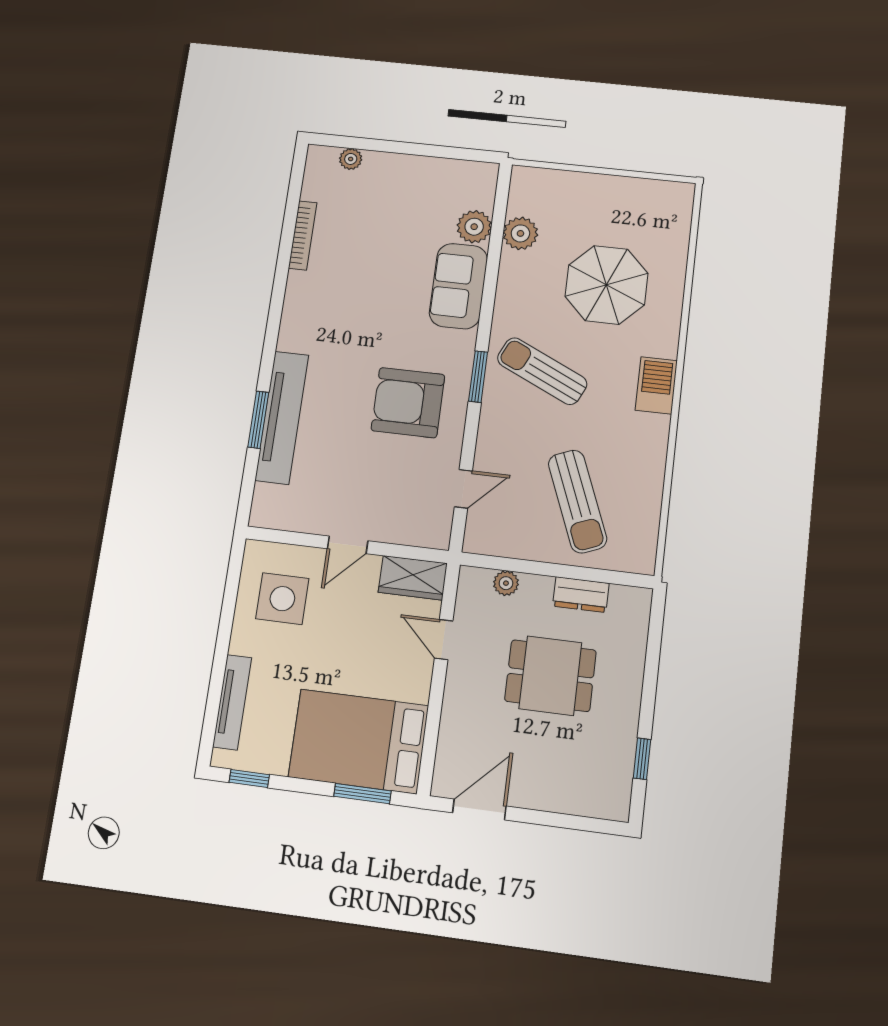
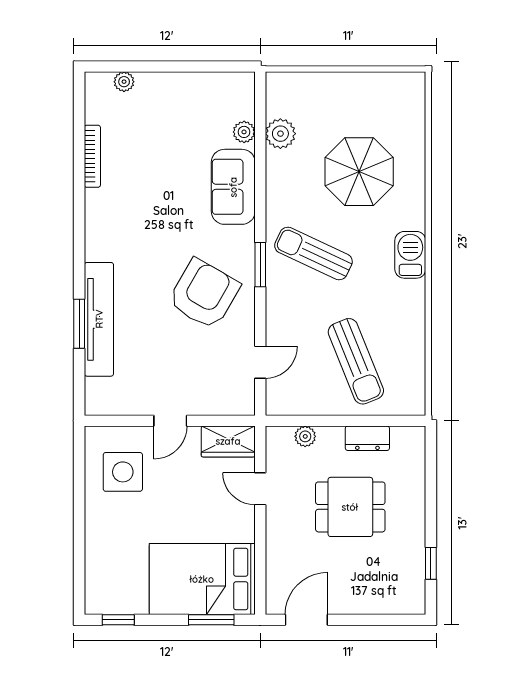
plant: (474, 227) -> (244, 132), width x0.73, depth x0.73
armchair: (408, 403) -> (204, 294), turned 120
tv unit: (232, 702) -> (95, 561), removed

